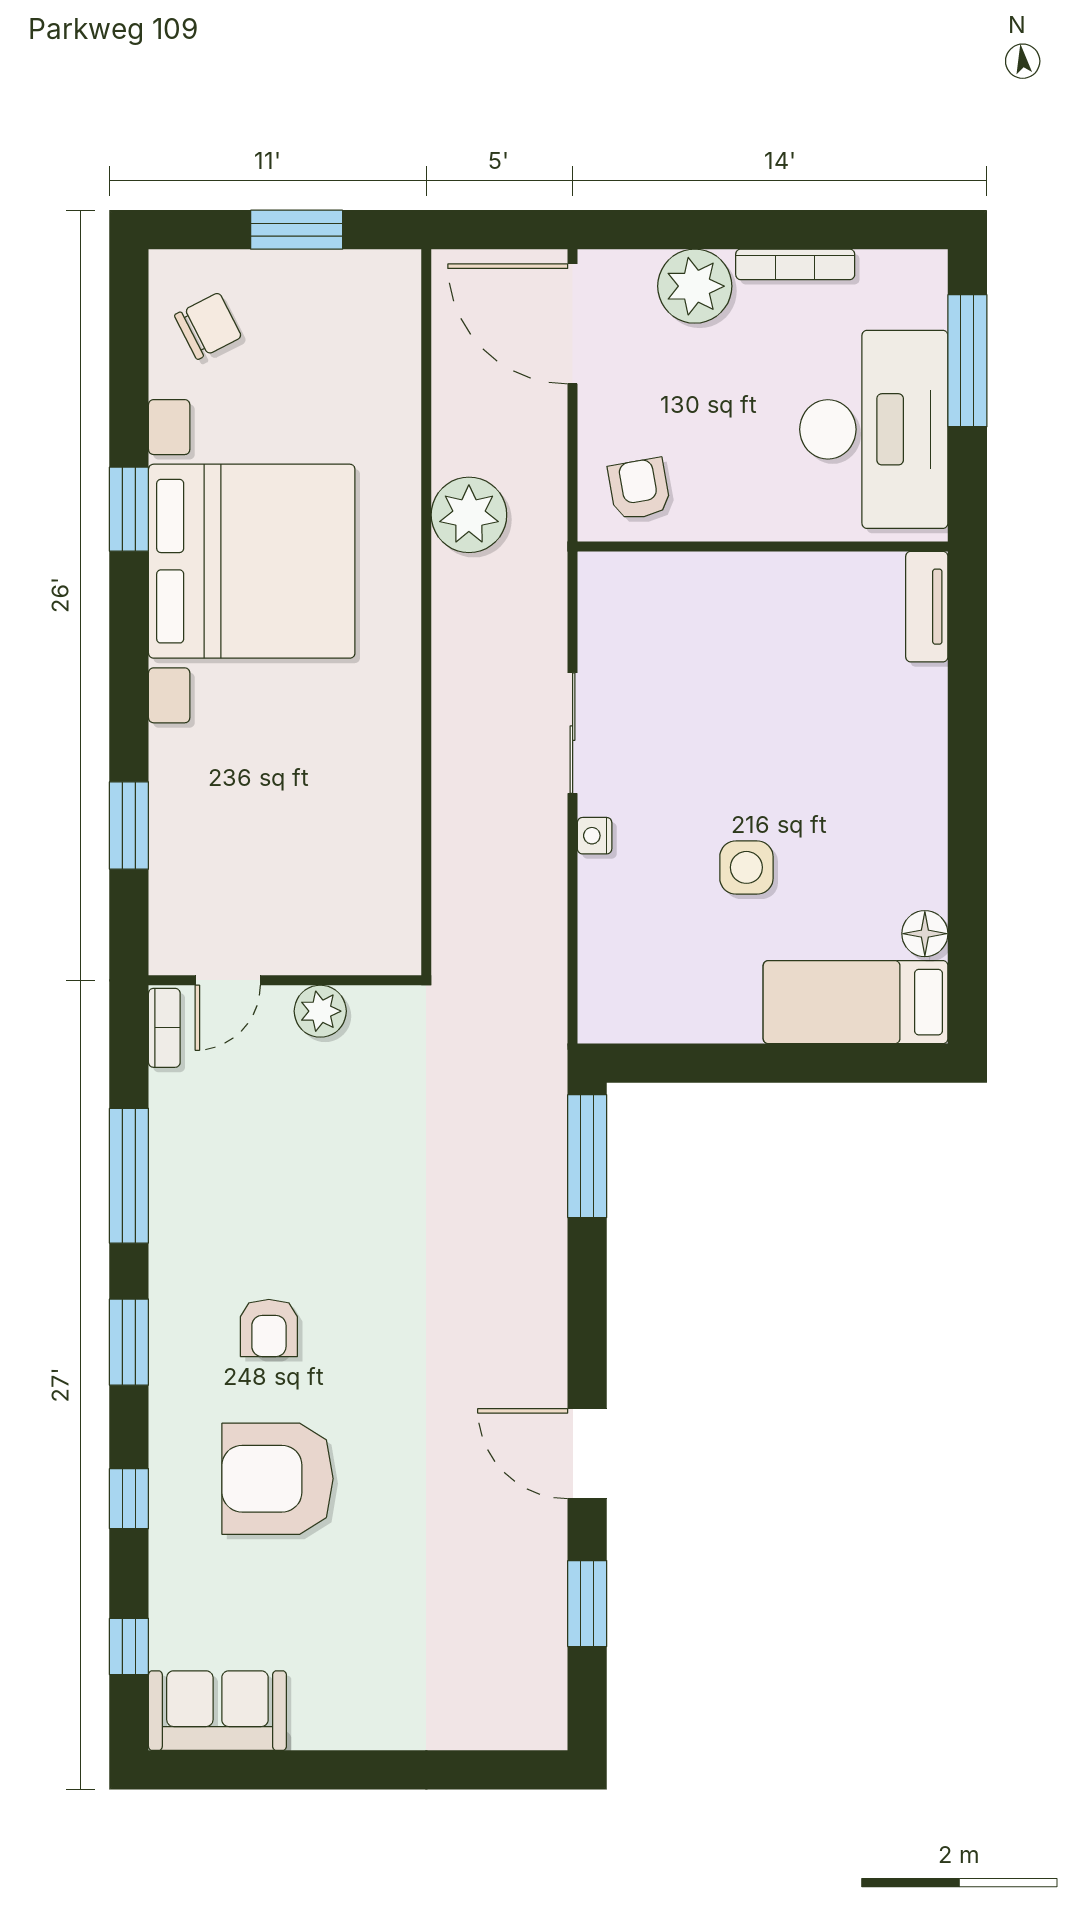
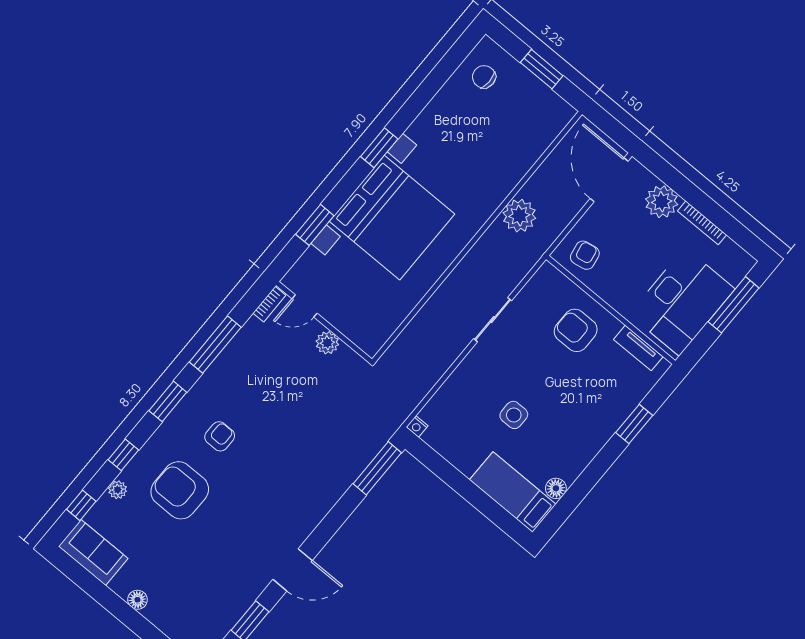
chair: (208, 326) -> (484, 77), turned -153
window: (129, 509) -> (379, 148), moved
bed with nightstands: (252, 561) -> (392, 218), moved
tv unit: (927, 607) -> (638, 348), moved, turned -90
armchair: (732, 632) -> (576, 330), added
window: (967, 710) -> (634, 424), added
nightstand: (595, 836) -> (417, 426), moved, turned -90
armchair: (269, 1328) -> (220, 436), turned 180
door: (587, 1454) -> (293, 570), swing flipped
plant: (169, 1567) -> (118, 490), added
floor lamp: (362, 1729) -> (137, 600), added

